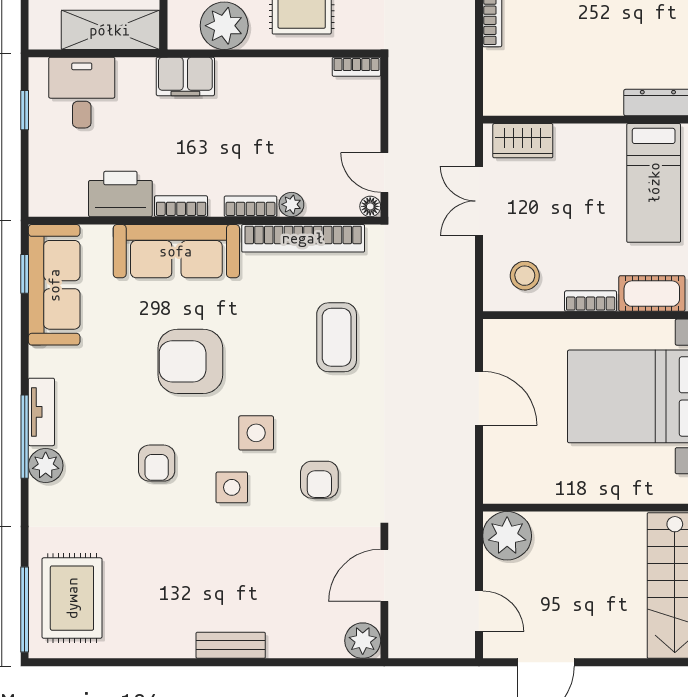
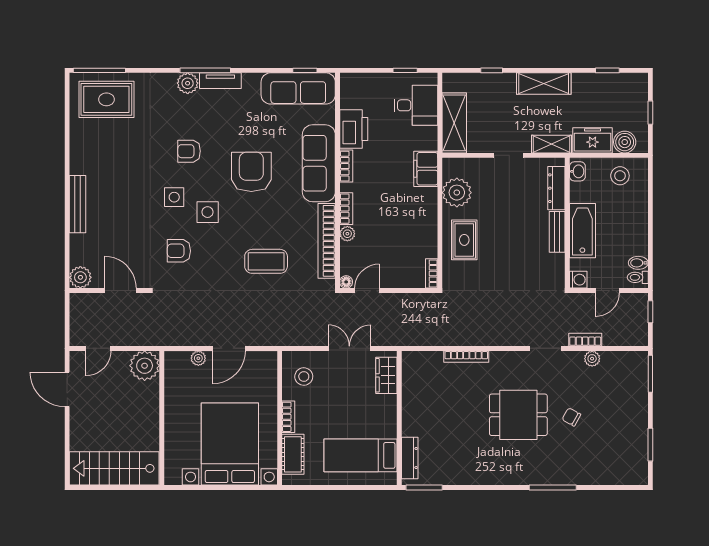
plant: (495, 448) -> (198, 358), added
bench: (231, 645) -> (78, 204), width x1.36

